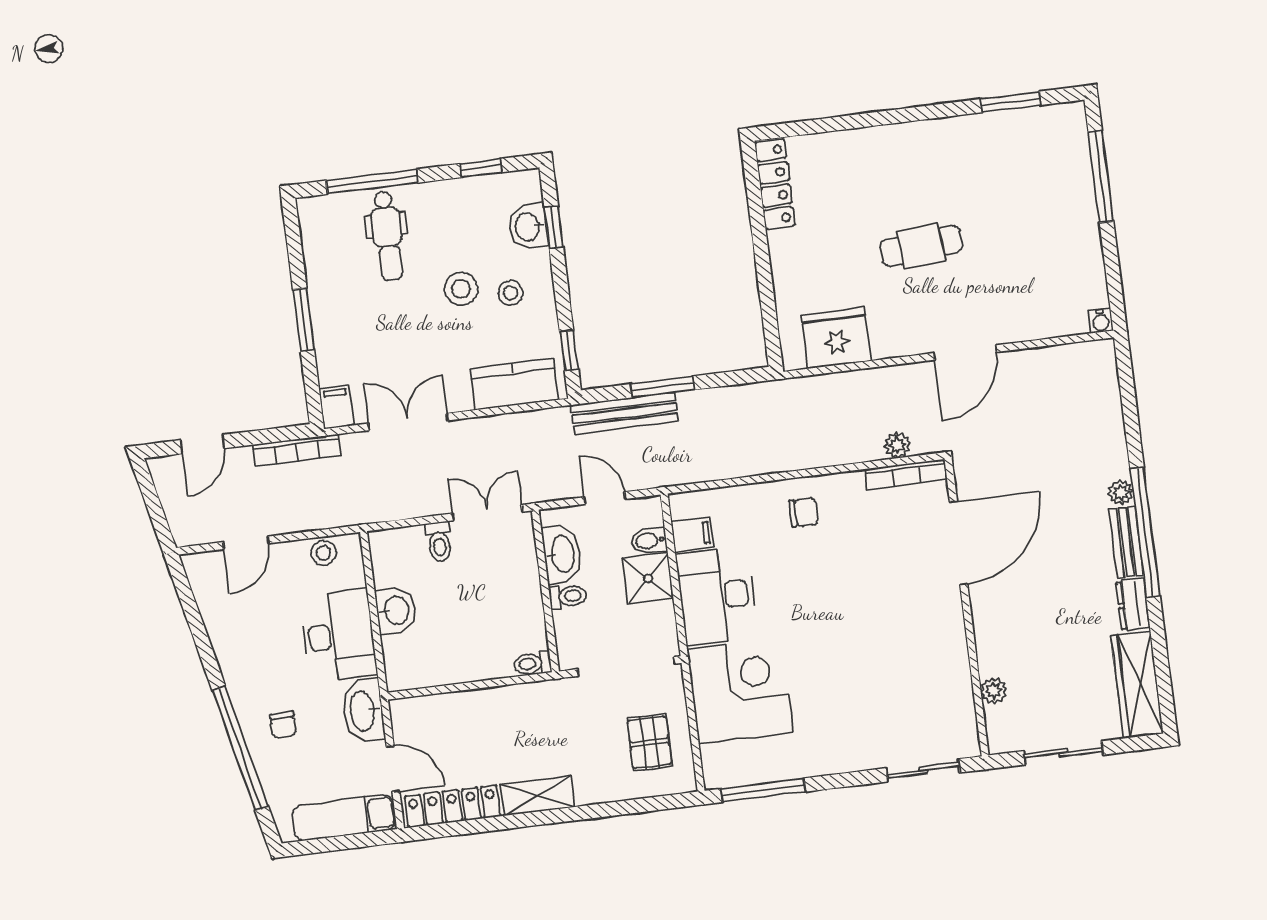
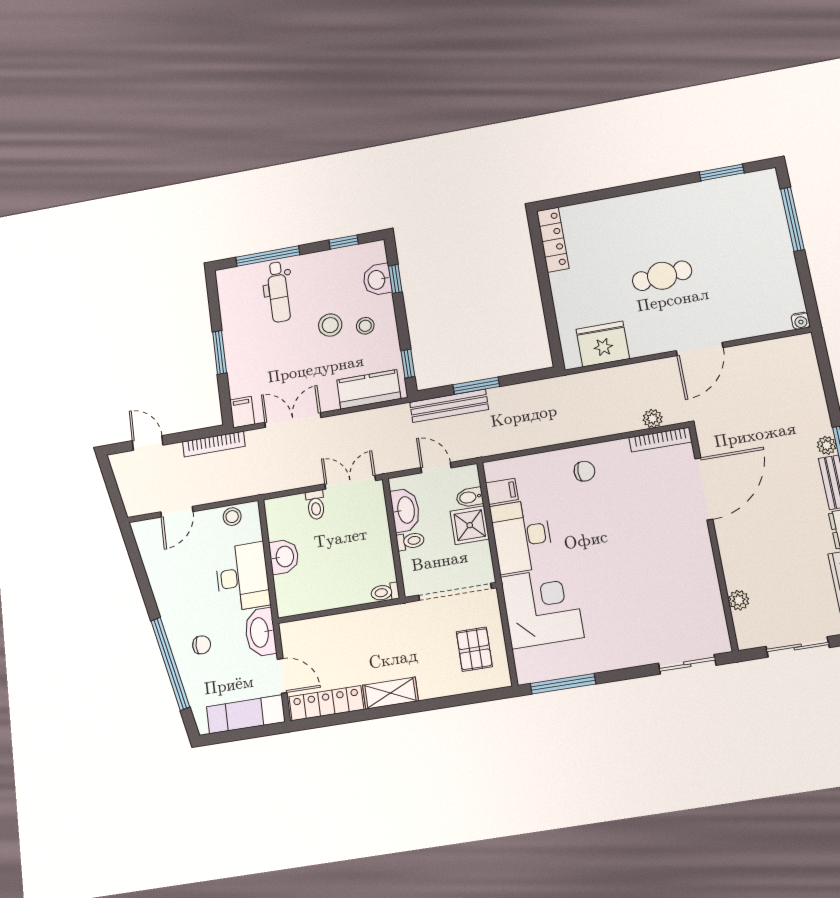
door: (203, 444) -> (148, 443), swing flipped
chair: (283, 725) -> (202, 645), turned -90

